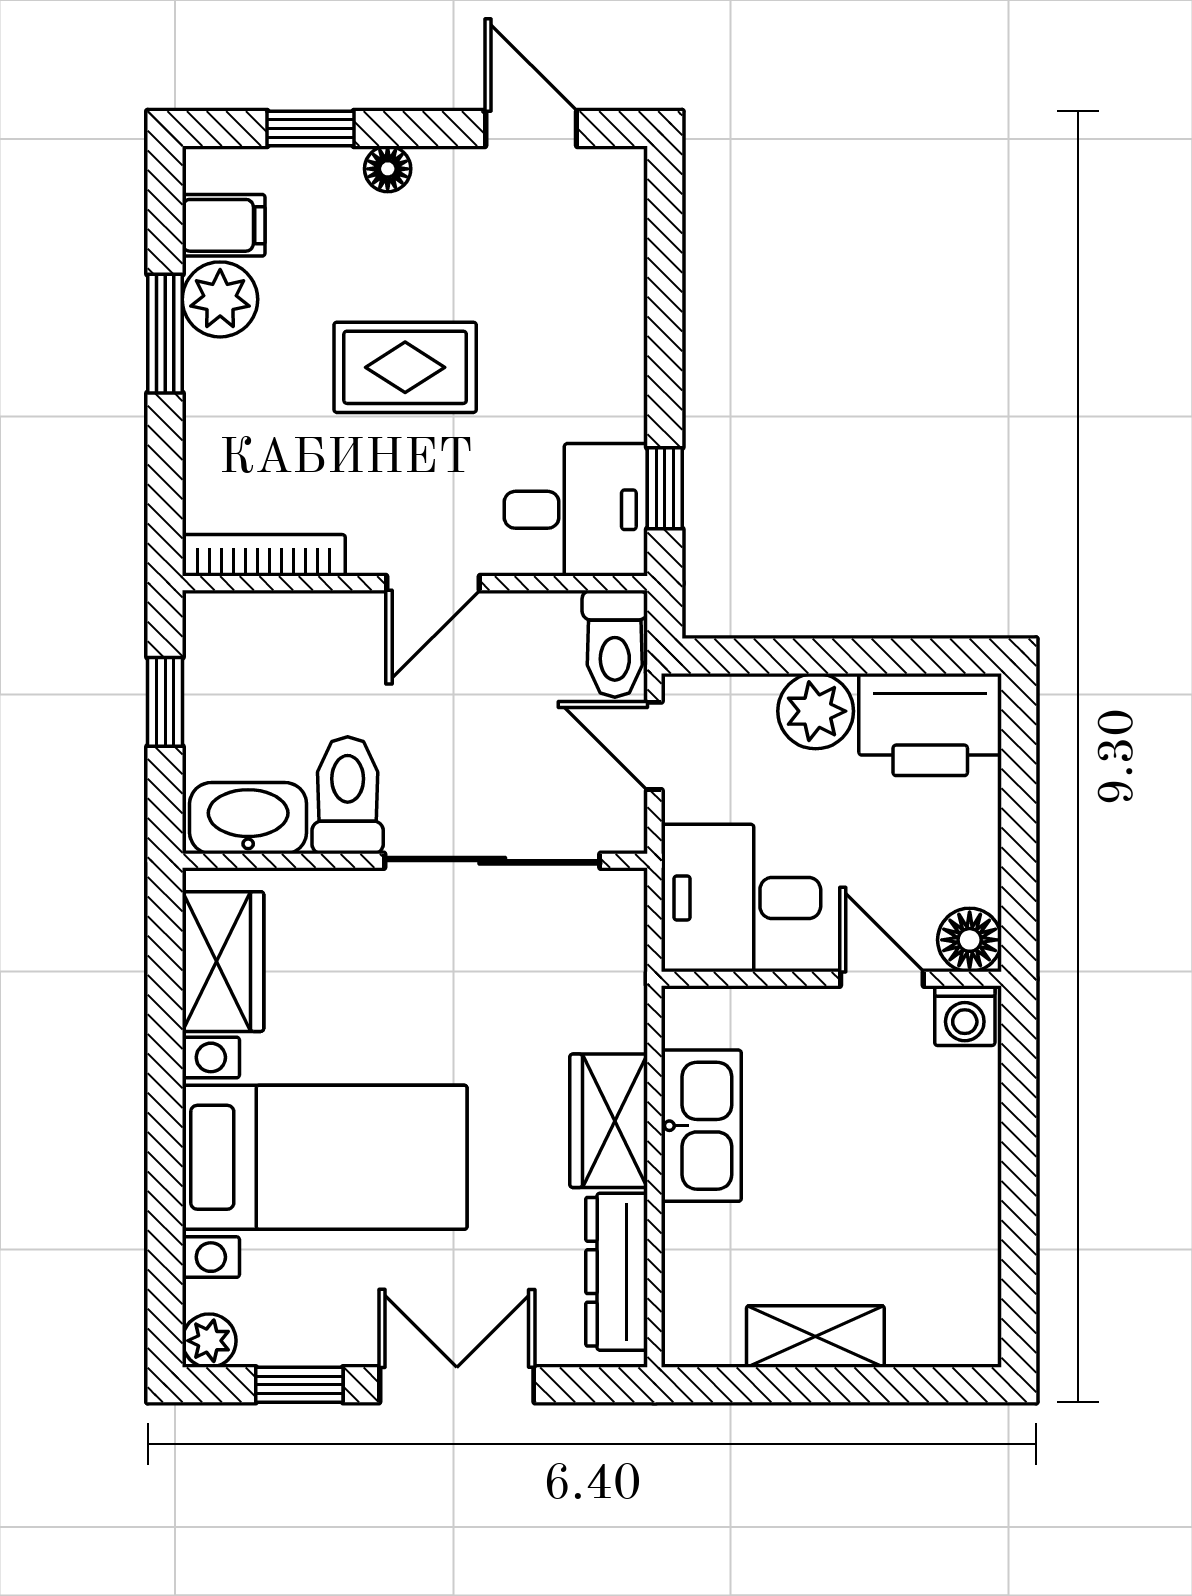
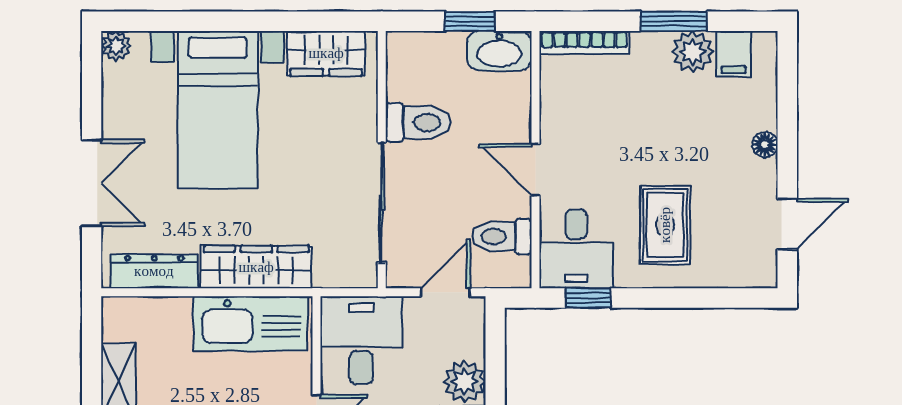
window: (310, 128) -> (787, 102), removed
rug: (405, 367) -> (665, 225), moved
bookcase: (264, 555) -> (584, 43), moved, turned 90
toilet: (615, 644) -> (502, 237), moved
washbasin: (248, 818) -> (499, 51), moved, turned 90
wardrobe: (609, 1121) -> (256, 267), width x1.50
kitchen sink: (701, 1126) -> (250, 324), width x1.36, depth x1.24
window: (299, 1385) -> (92, 96), removed

